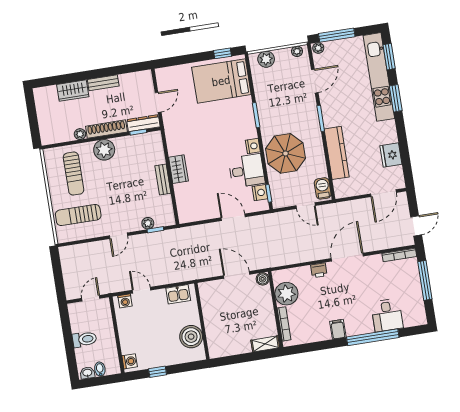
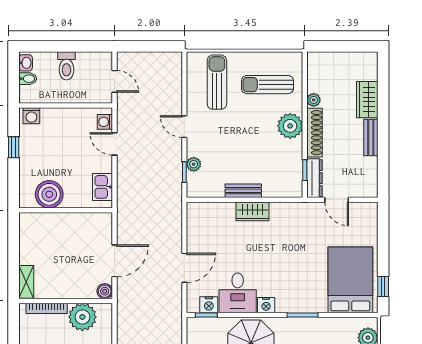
door: (142, 290) -> (115, 144), swing flipped

